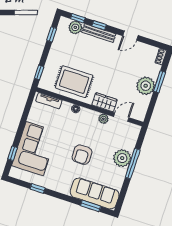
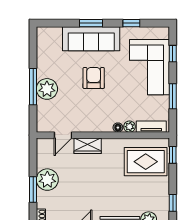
rug: (74, 82) -> (146, 162), moved
window: (24, 119) -> (173, 96), added
plant: (103, 119) -> (129, 127), moved
sofa: (95, 194) -> (91, 39), moved
window: (91, 206) -> (91, 23), moved

